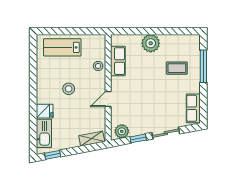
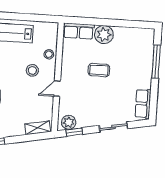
row of seats: (118, 61) -> (79, 31), moved, turned 90
coffee table: (177, 68) -> (99, 70), moved
stool: (69, 89) -> (32, 70), moved
window: (138, 138) -> (74, 132), moved

